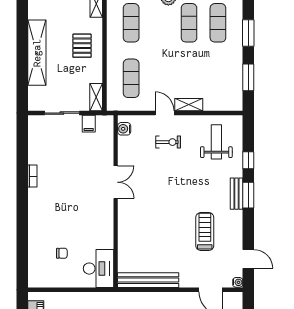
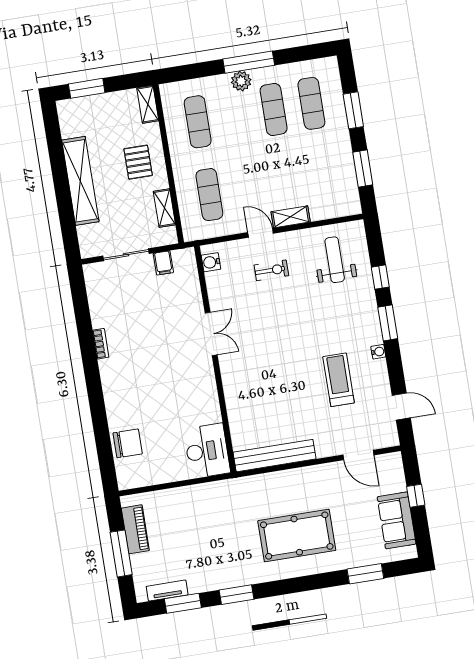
shelving: (96, 97) -> (164, 208), moved
bench: (237, 194) -> (372, 323), removed
chair: (62, 253) -> (128, 443), moved, width x1.87, depth x1.87
water cooler: (238, 282) -> (378, 352), moved

